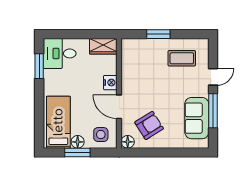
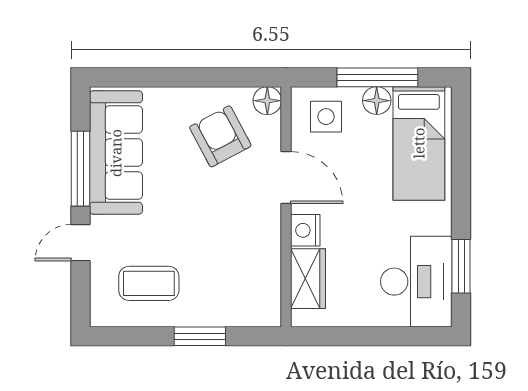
wardrobe: (103, 46) -> (308, 279), moved, turned 90
desk: (60, 53) -> (416, 282), width x1.37
sofa: (197, 118) -> (116, 153), width x1.36
armchair: (149, 125) -> (220, 136), turned 94
window: (77, 152) -> (377, 77), width x1.44

